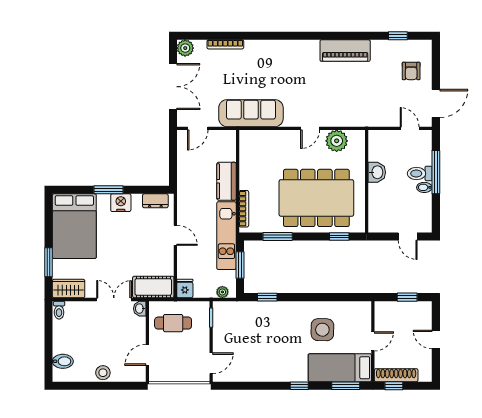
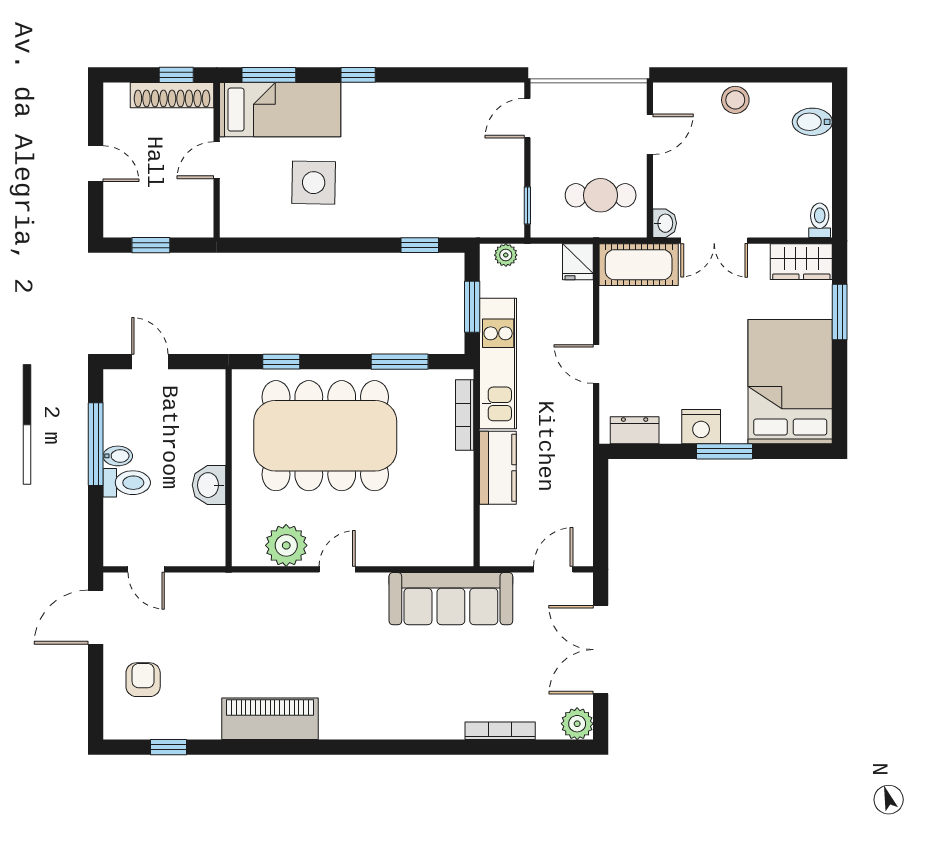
window: (436, 172) -> (96, 444), moved

